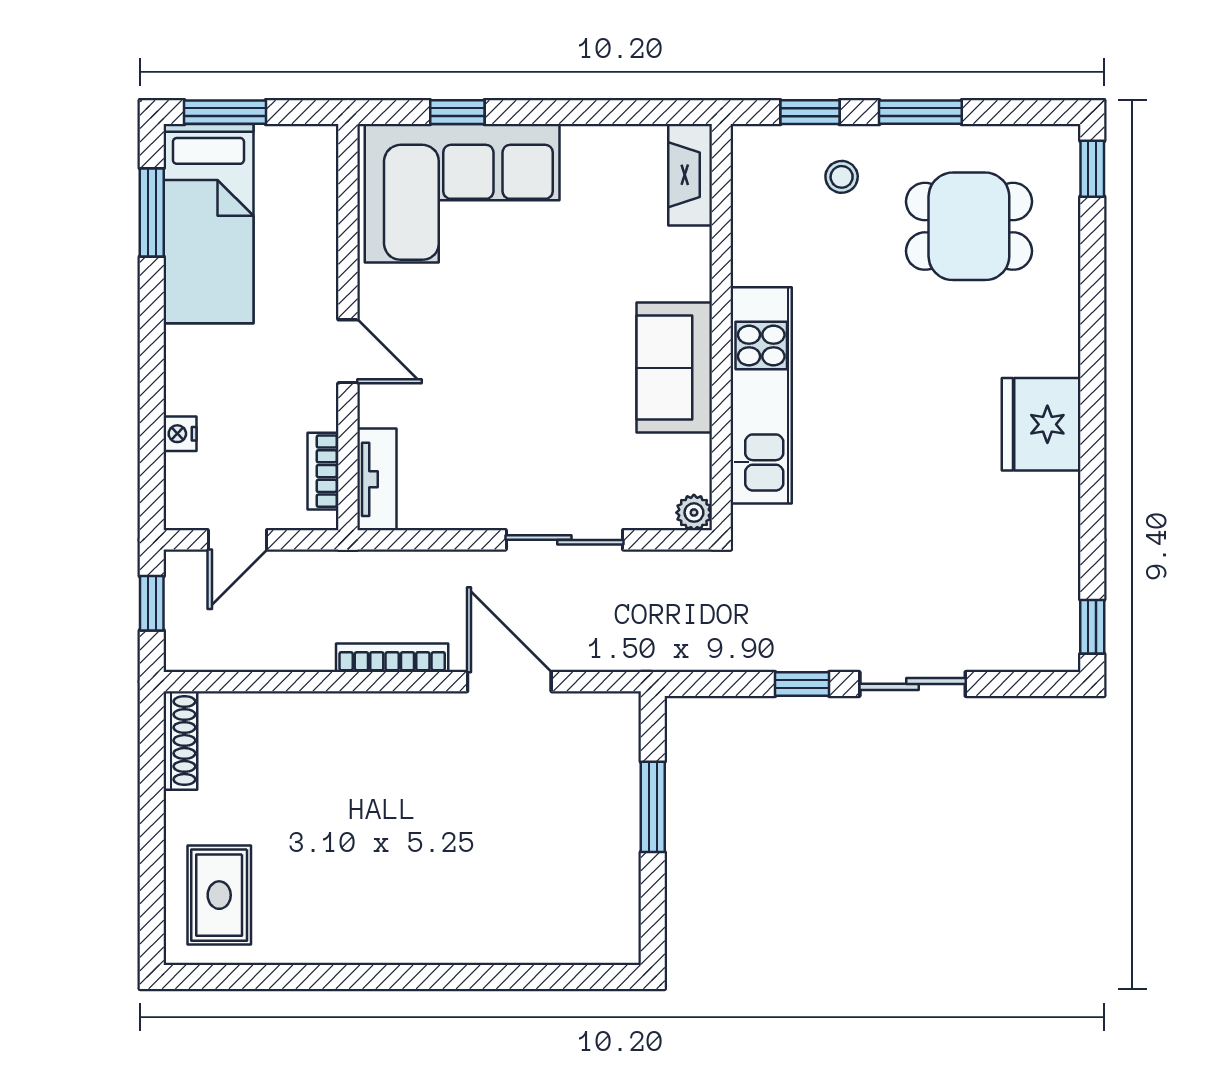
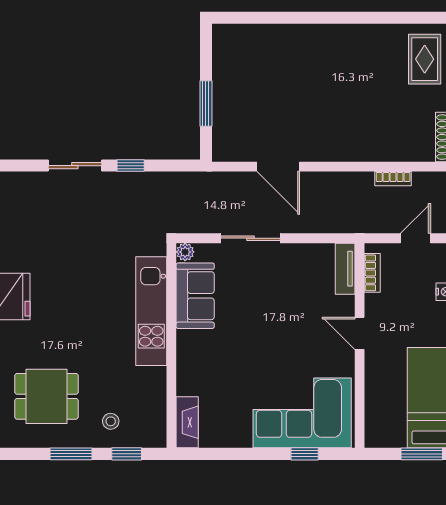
sofa: (674, 368) -> (195, 296), moved
bookcase: (392, 658) -> (393, 179), moved, width x0.64

